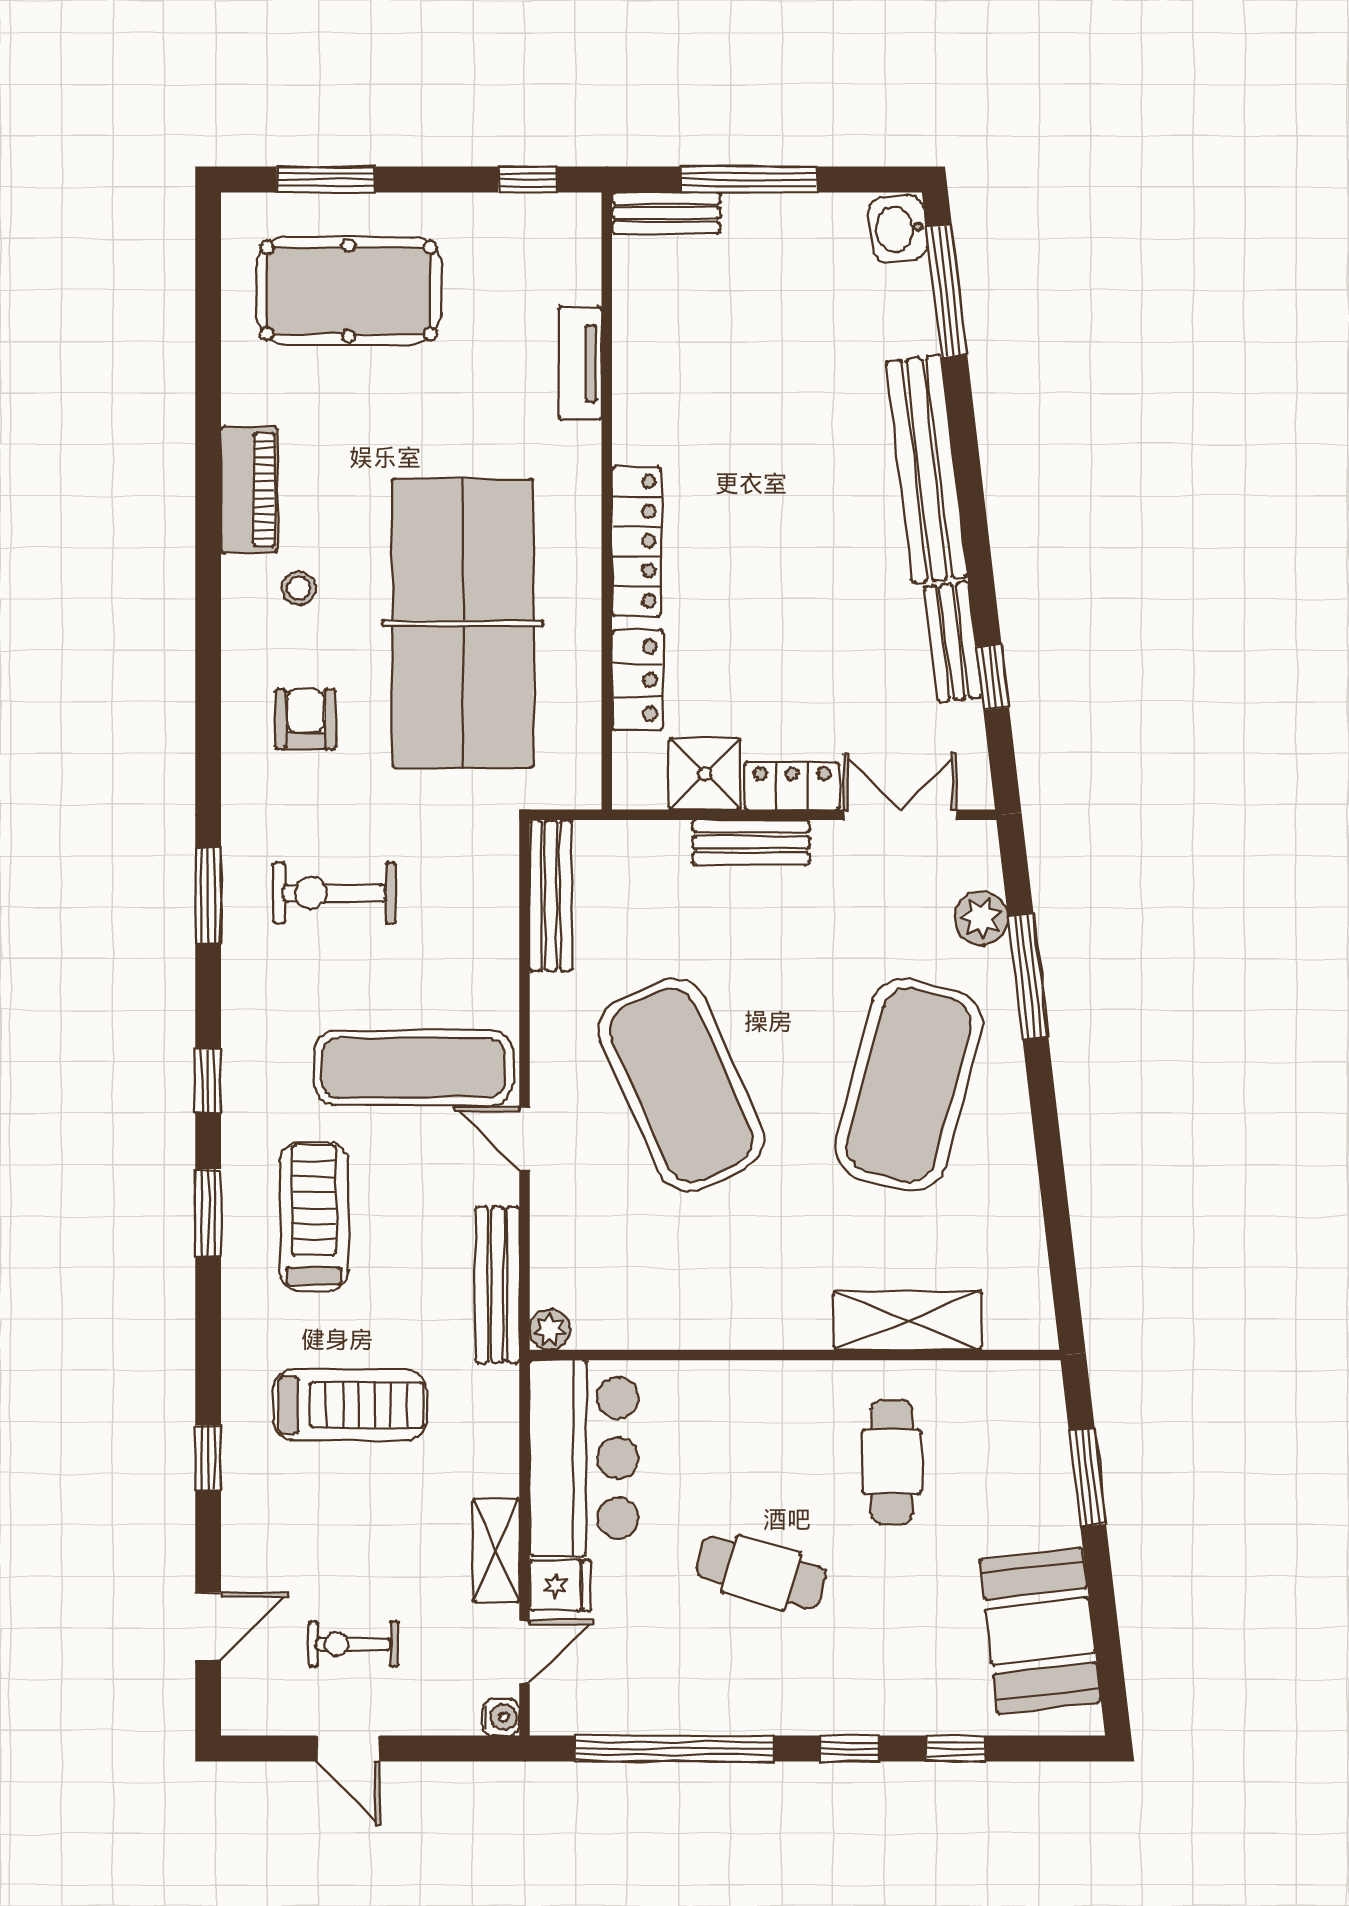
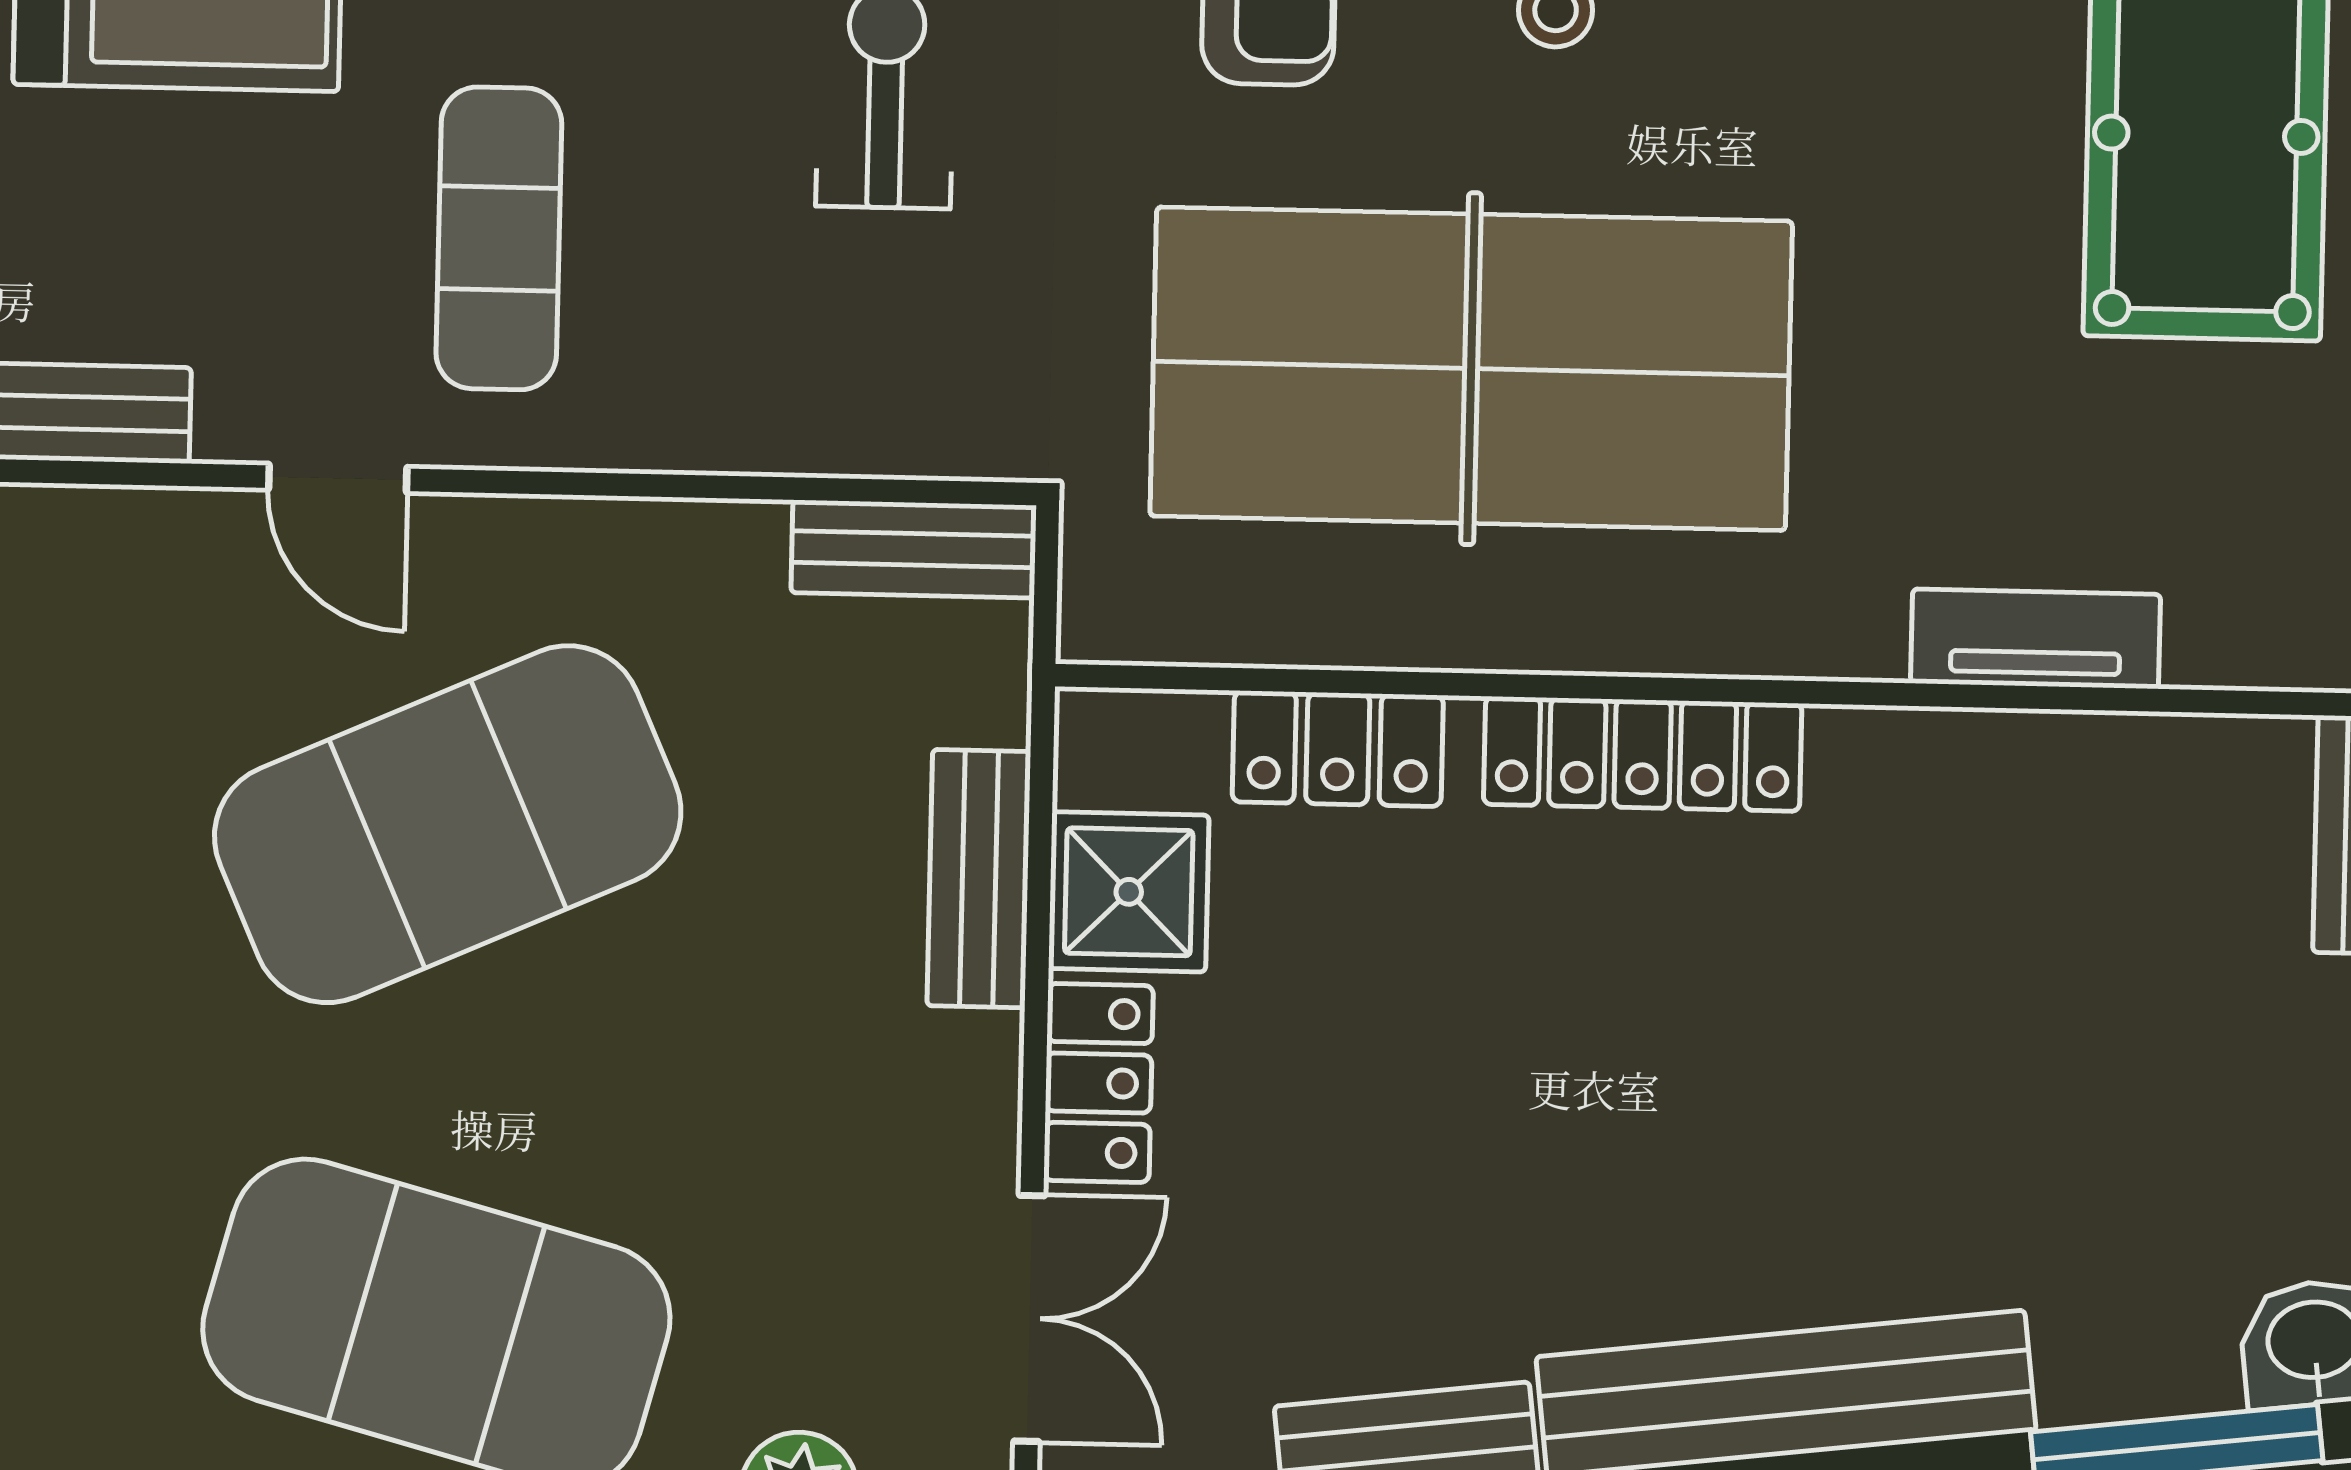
bench: (751, 842) -> (979, 879), moved
bench: (551, 896) -> (914, 549), width x0.73
exercise mat: (413, 1068) -> (499, 238), width x0.73, depth x0.69
door: (525, 1139) -> (338, 478), swing flipped

